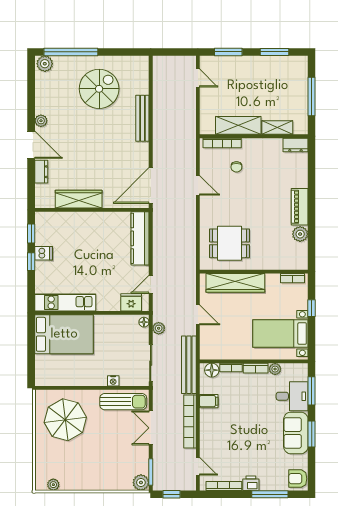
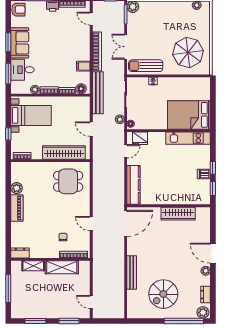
dresser: (41, 172) -> (206, 295), moved
double door: (151, 428) -> (126, 47), swing flipped

